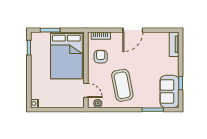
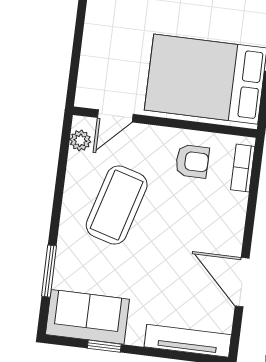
door: (133, 30) -> (242, 282), moved
tv unit: (174, 44) -> (188, 341), width x1.41
coffee table: (122, 85) -> (117, 205), turned -63

